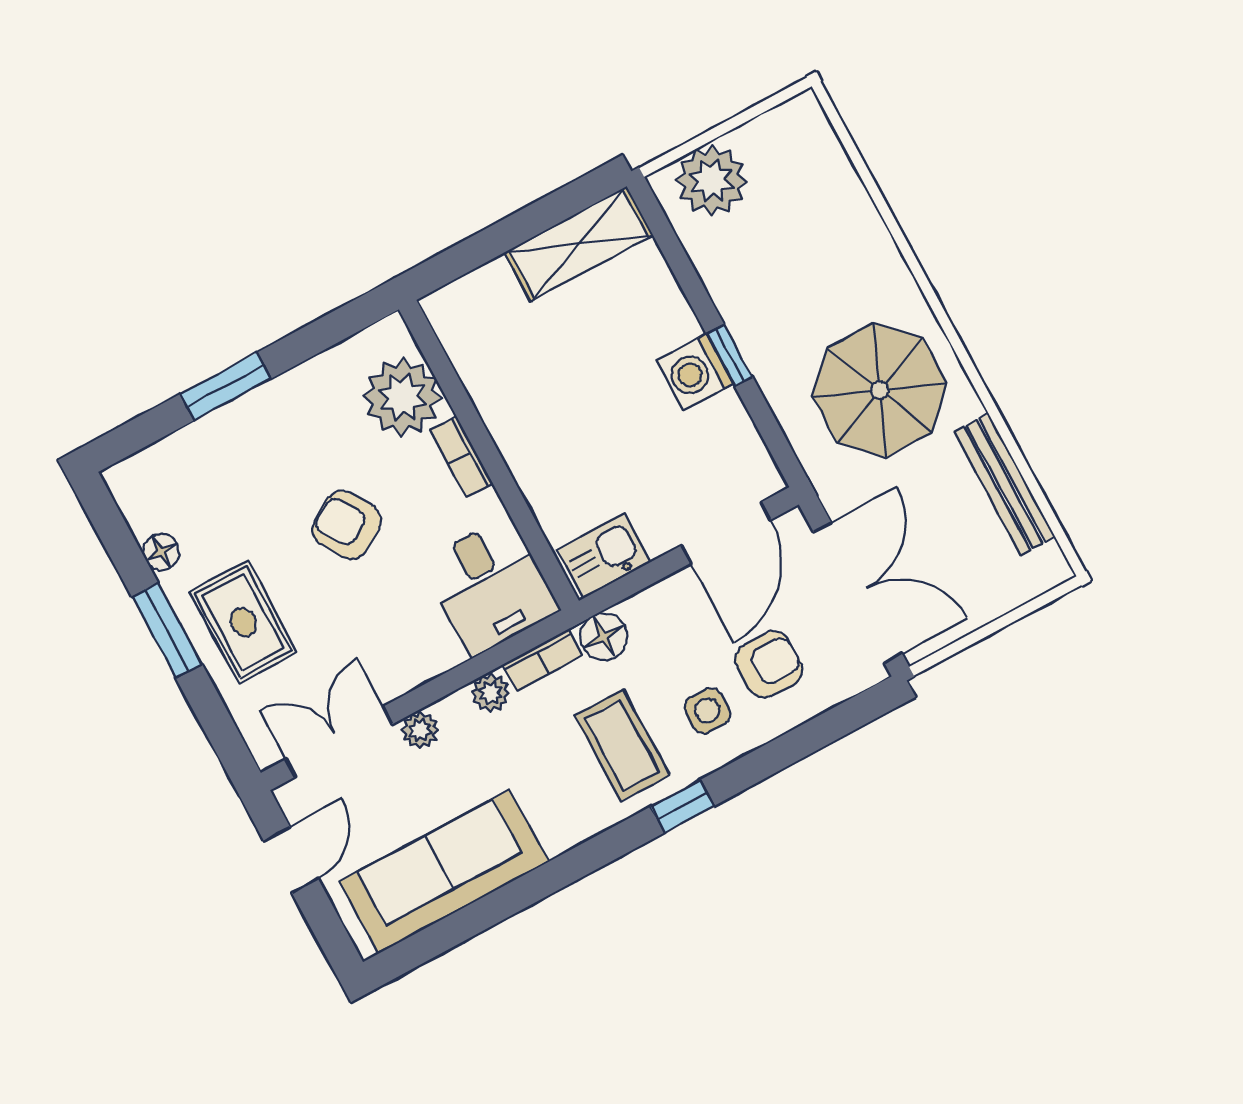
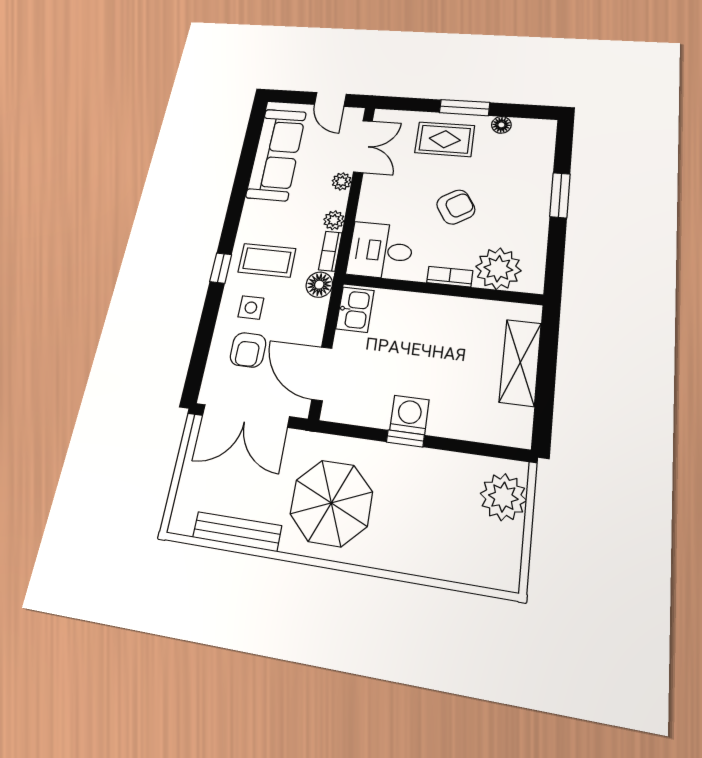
shelving: (579, 244) -> (520, 362), moved

